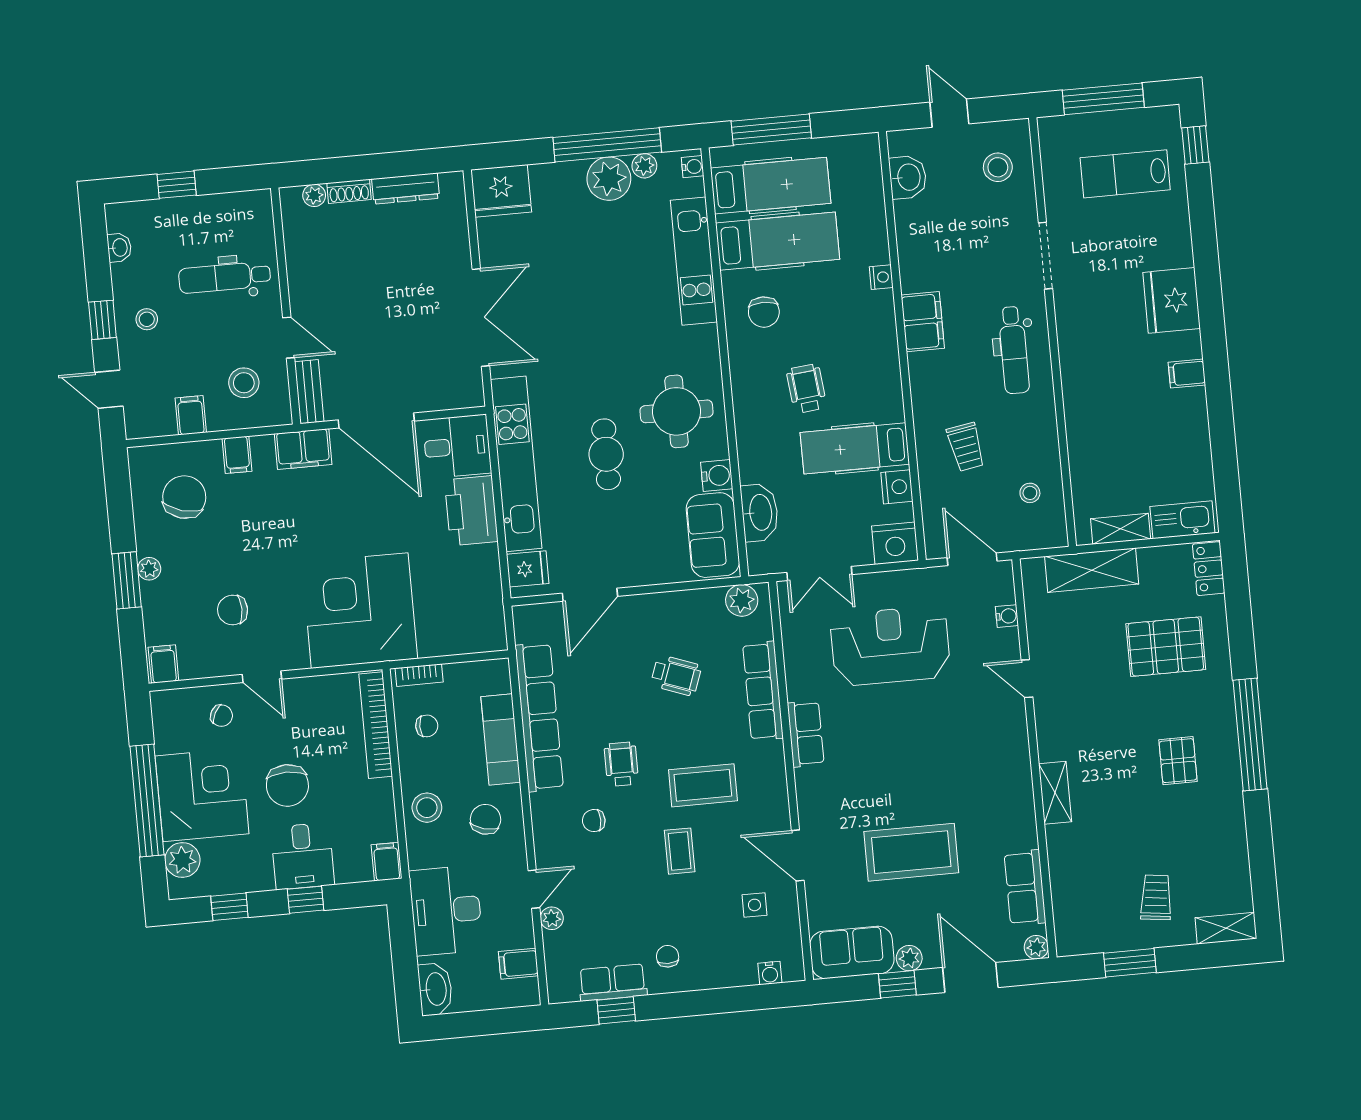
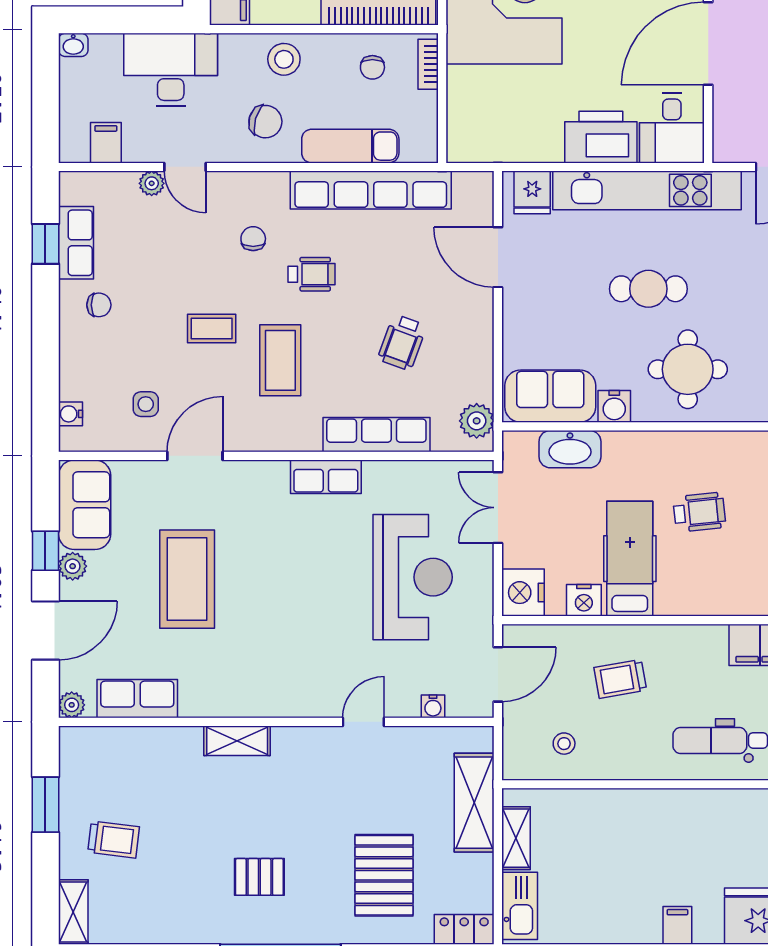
washbasin: (435, 989) -> (73, 45), width x0.52, depth x0.69

